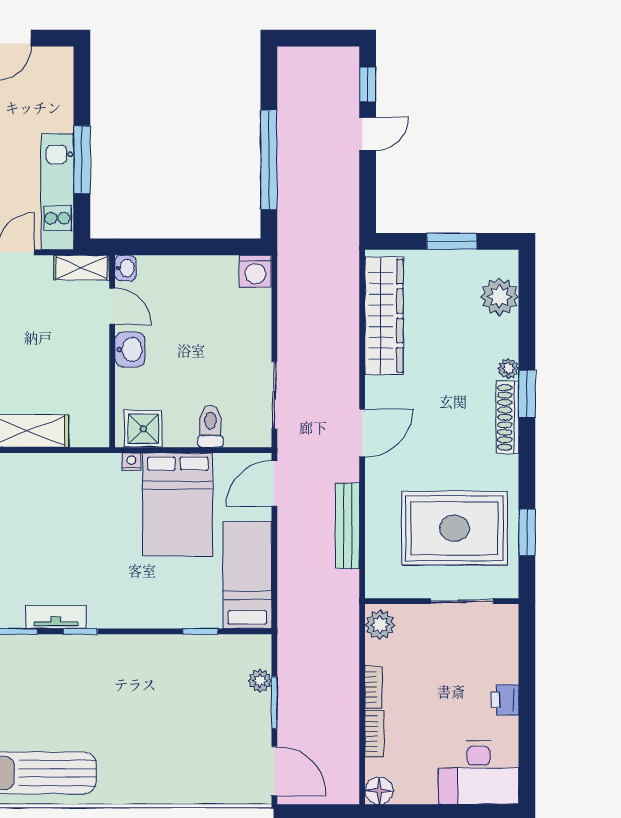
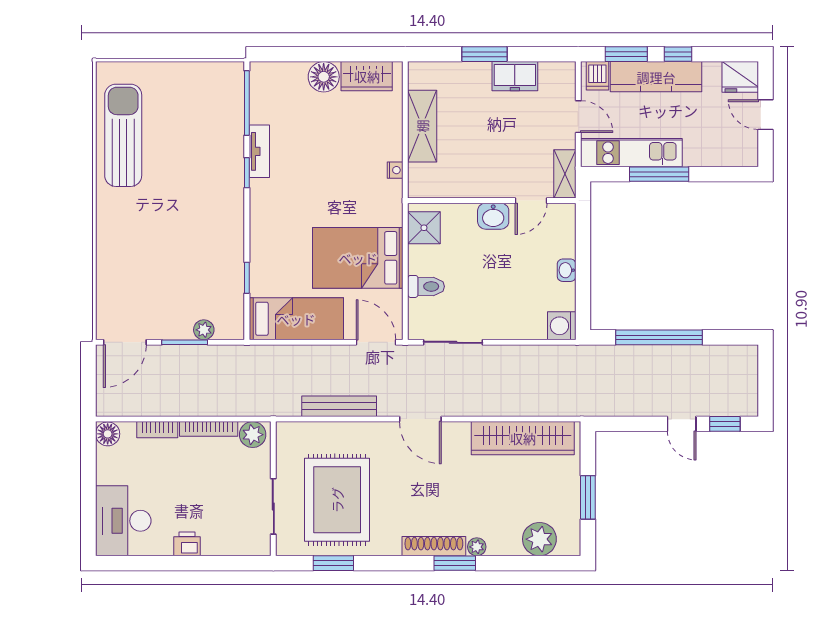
washbasin: (125, 268) -> (567, 270), moved, turned 90
nightstand: (131, 462) -> (395, 170), moved
bookcase: (373, 687) -> (209, 429), width x1.56

